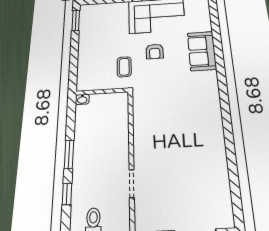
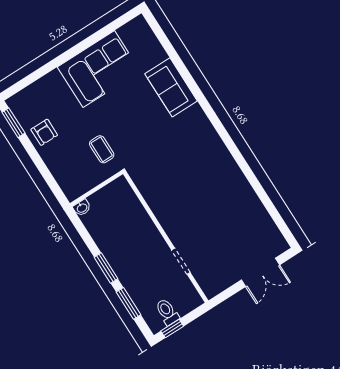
armchair: (155, 52) -> (44, 132), moved
window: (67, 194) -> (129, 303), width x1.50

